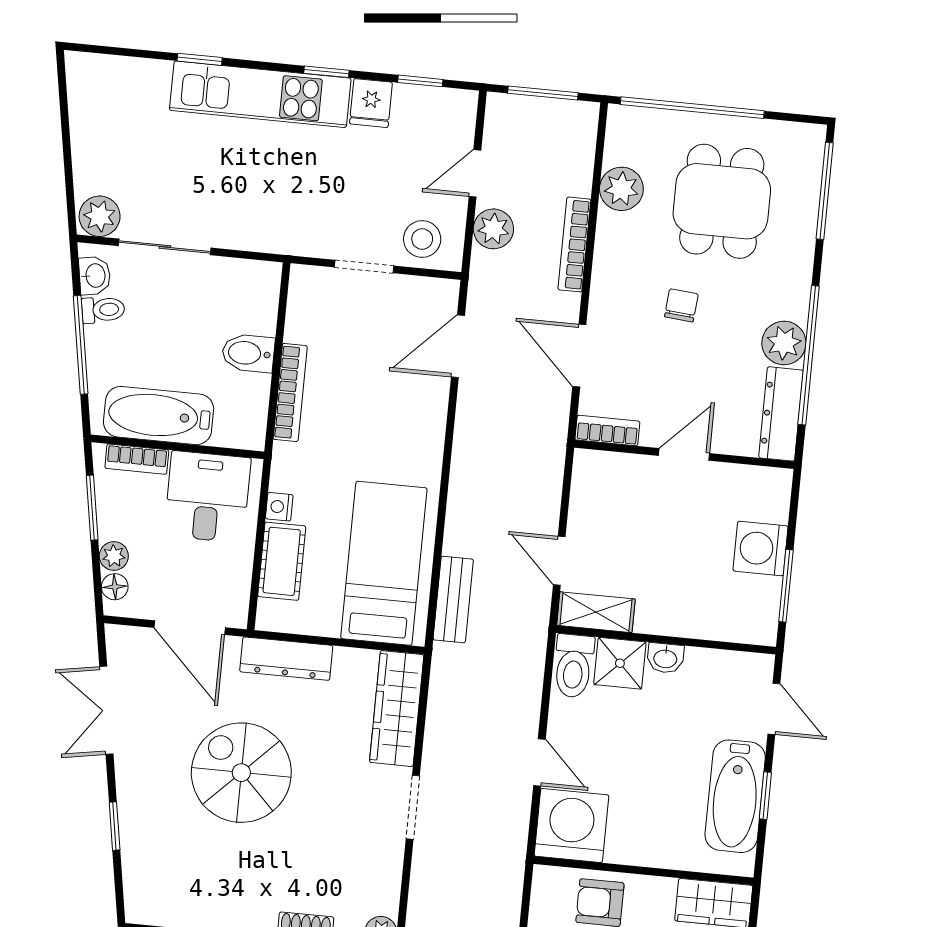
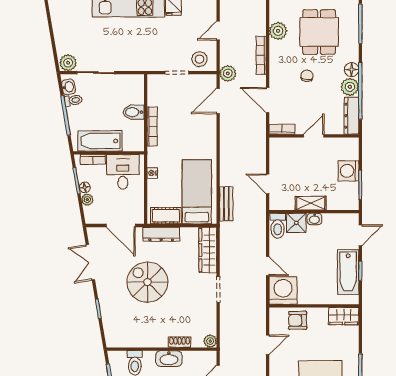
plant: (493, 229) -> (228, 73), moved
floor lamp: (792, 301) -> (352, 70), added
cot: (282, 561) -> (166, 216), moved, turned 90
floor lamp: (115, 587) -> (85, 187), moved
shelving: (596, 612) -> (311, 203), moved
door: (774, 709) -> (360, 235), hinge flipped

